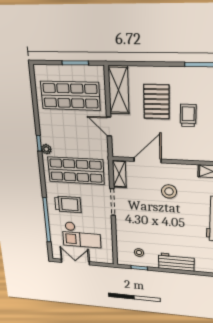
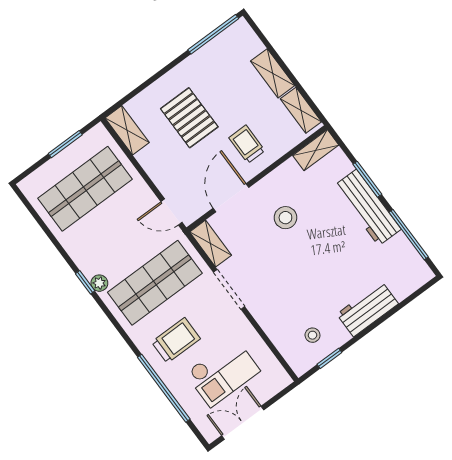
shelving: (119, 90) -> (127, 130), width x0.67, depth x0.75
trolley: (188, 115) -> (247, 144), moved
door: (109, 127) -> (172, 212), moved

